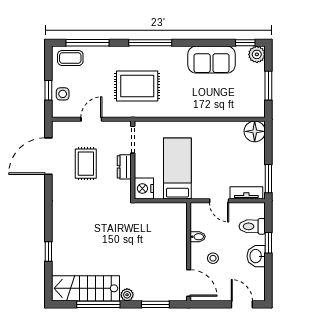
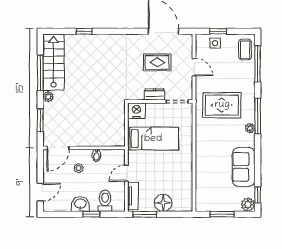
plant: (165, 52) -> (250, 128), added
rug: (137, 86) -> (222, 105), turned 90
floor lamp: (255, 131) -> (163, 203), moved

